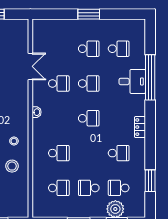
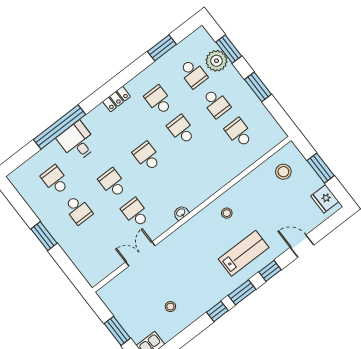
school desk: (89, 49) -> (78, 210), turned 180
school desk: (59, 153) -> (181, 130), moved
stool: (12, 166) -> (283, 172), moved

